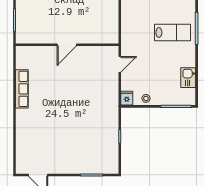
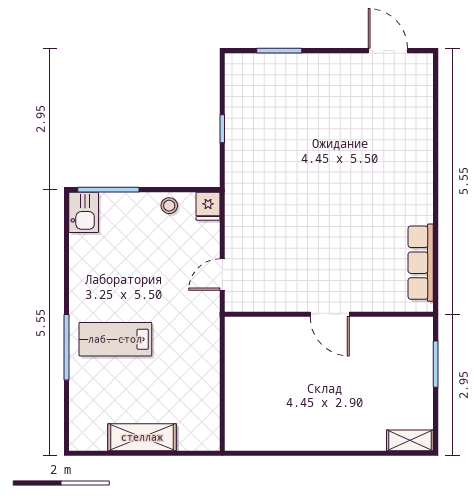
door: (67, 45) -> (330, 314), swing flipped
kitchen sink: (188, 78) -> (84, 212), moved
row of seats: (22, 89) -> (421, 263), moved

